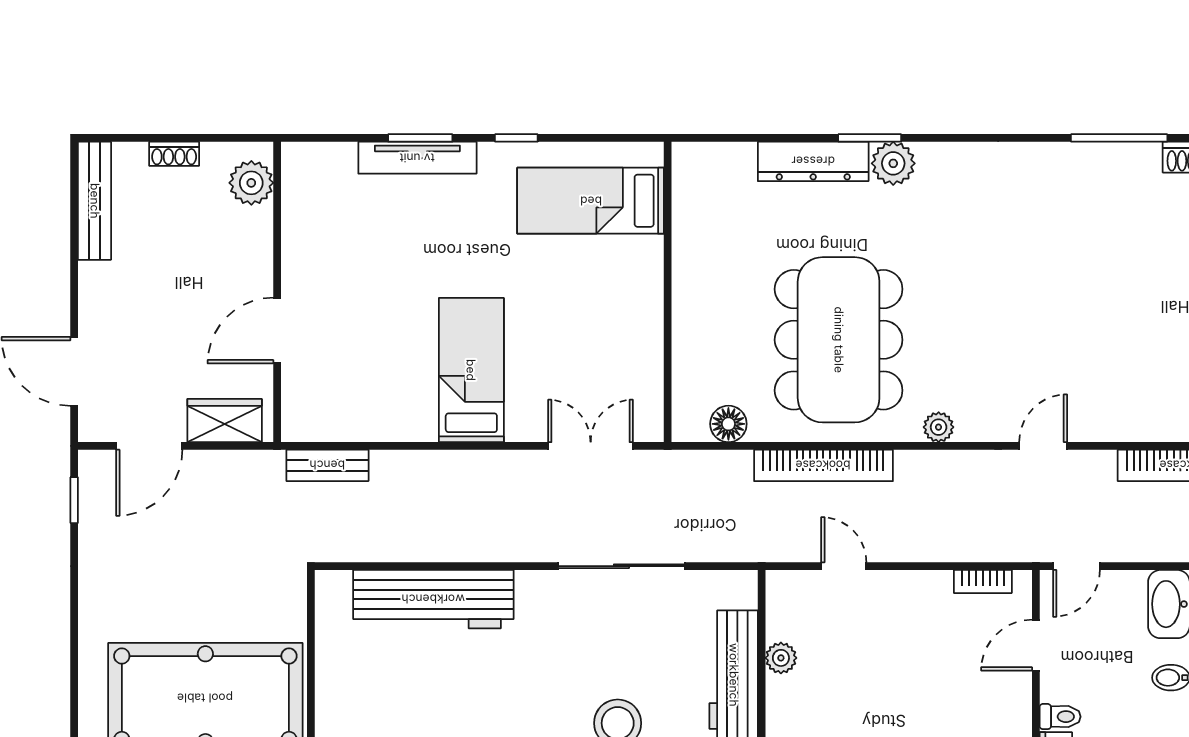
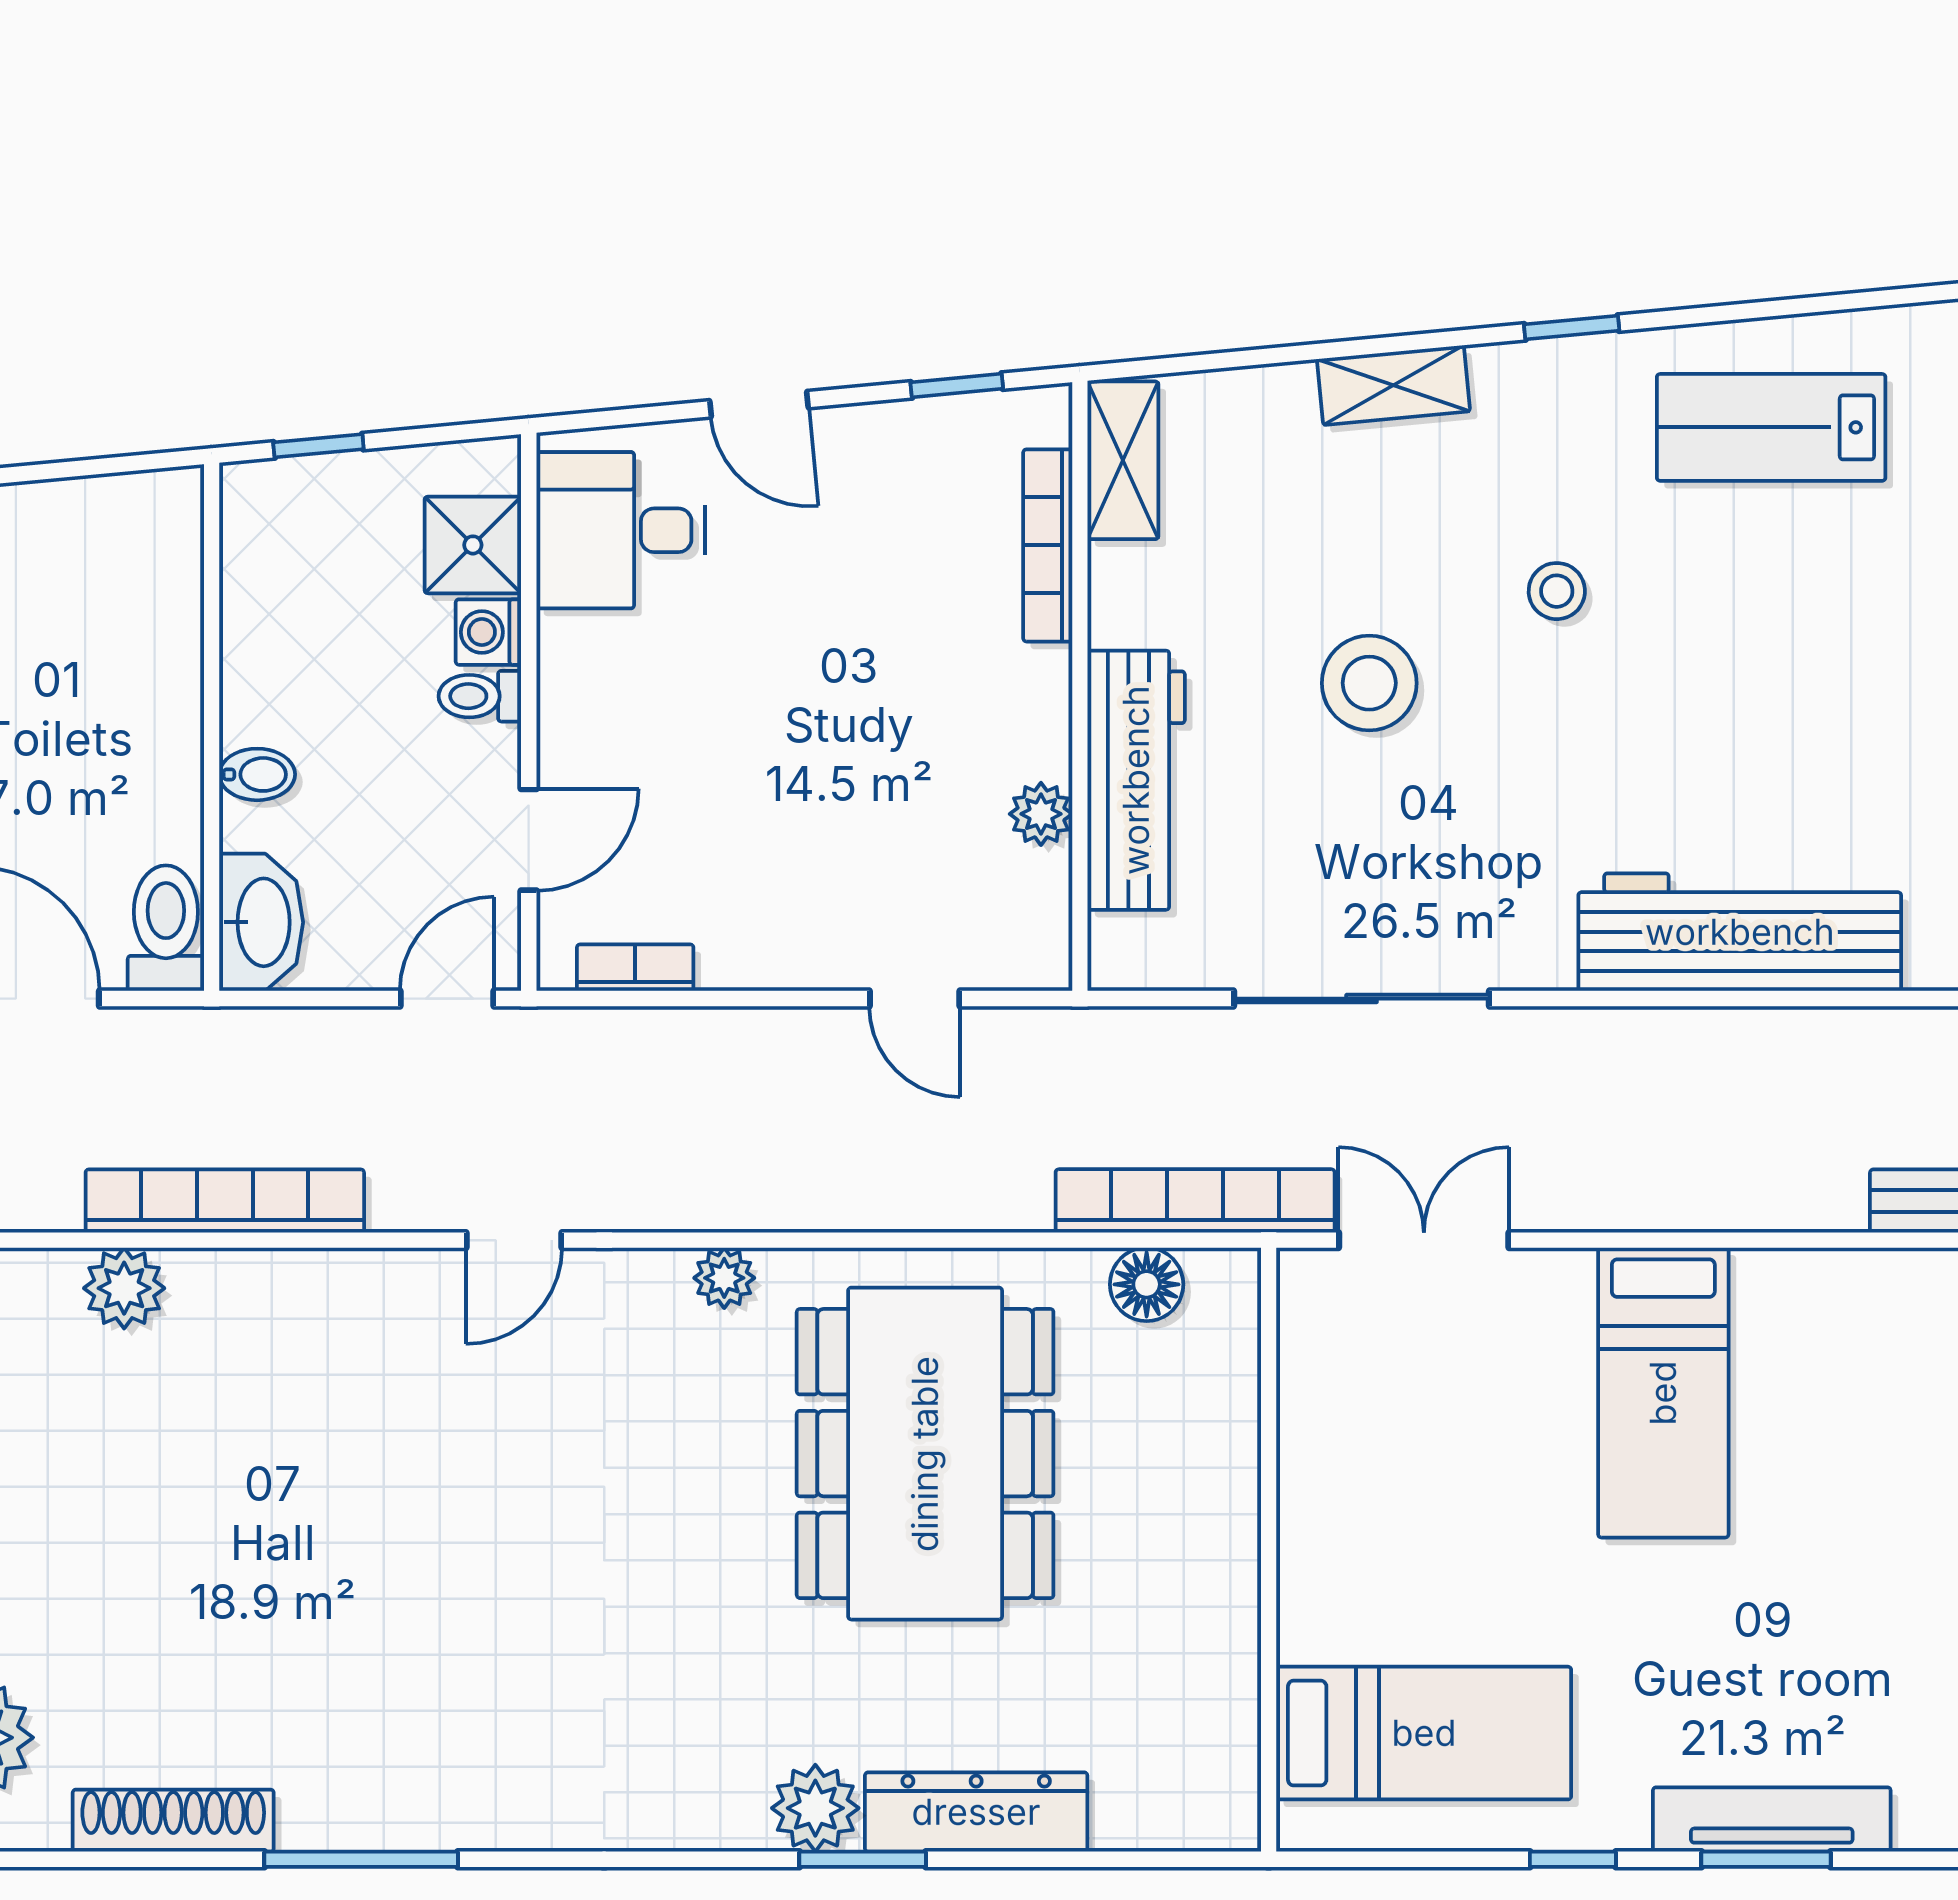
double door: (591, 446) -> (1424, 1240), swing flipped
bookcase: (823, 465) -> (1195, 1201), moved

